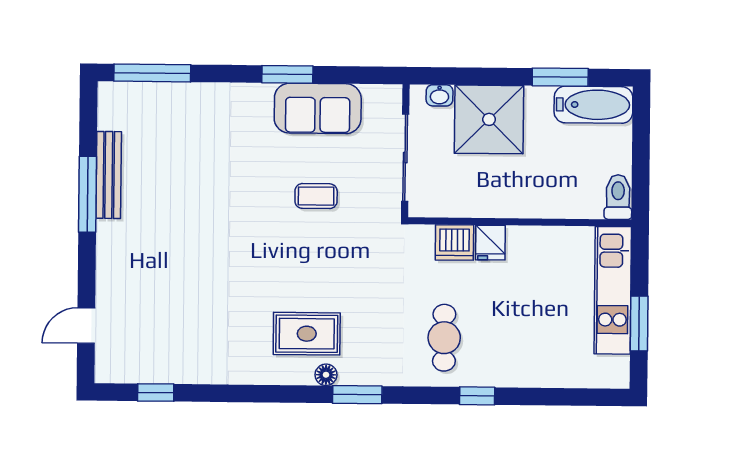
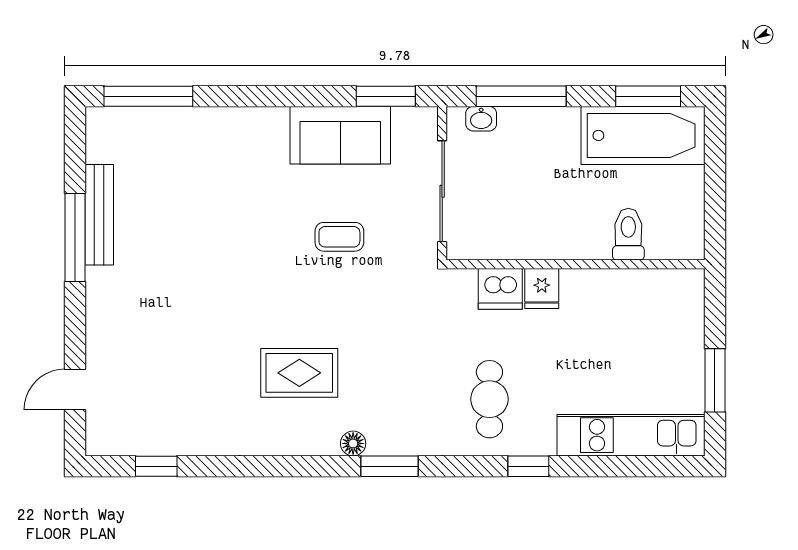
window: (287, 74) -> (386, 96), moved
window: (474, 76) -> (521, 96), added
window: (560, 77) -> (648, 96), moved
bathtub: (593, 105) -> (643, 135), width x1.36, depth x1.36
shower: (489, 119) -> (539, 146), removed
toilet: (618, 197) -> (628, 234), moved
kitchen unit: (613, 290) -> (631, 435), moved, turned 90
rug: (307, 334) -> (299, 373), moved

